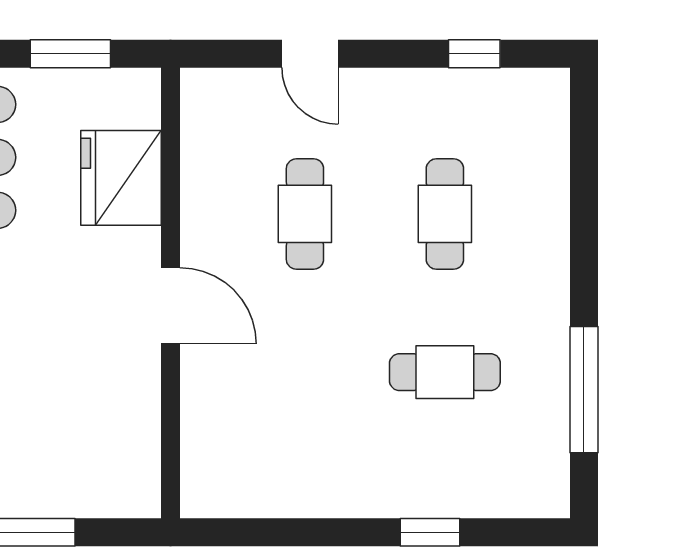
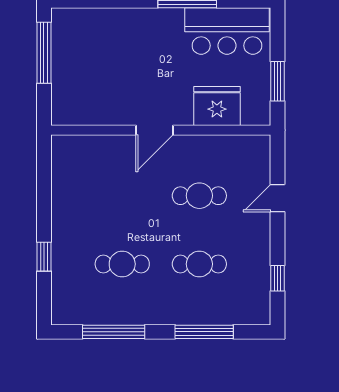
window: (584, 204) -> (204, 332), added
cafe table: (445, 372) -> (122, 264), turned 90

